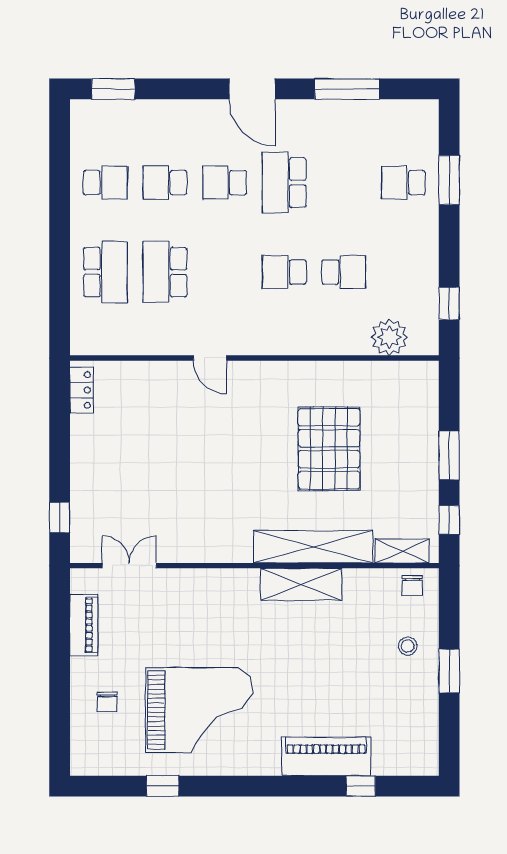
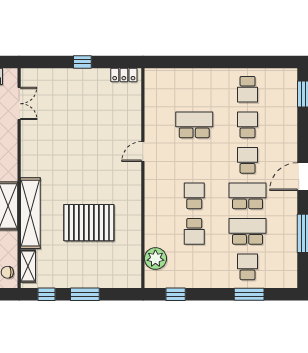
school desk: (105, 272) -> (248, 231), moved, turned 180
window: (60, 518) -> (82, 62), moved

